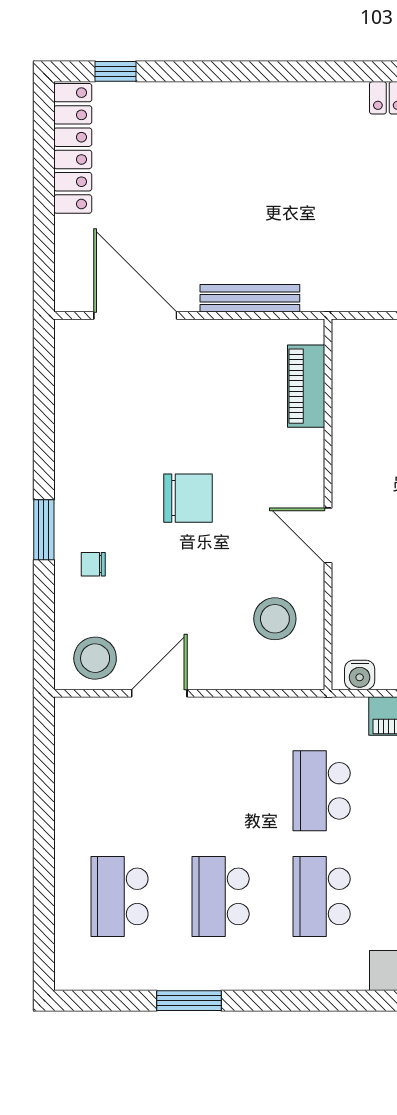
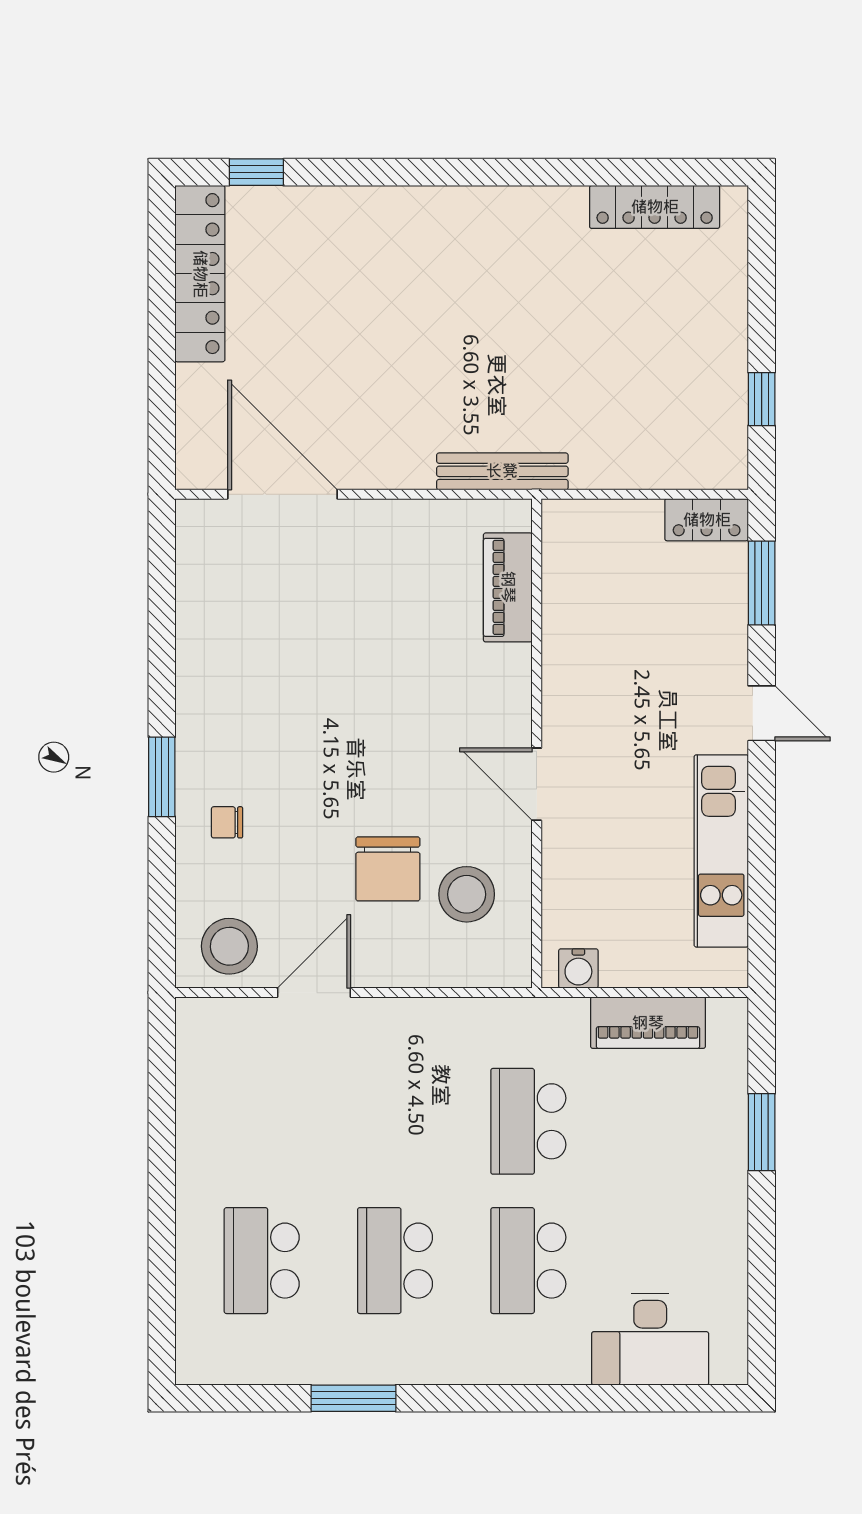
bench: (250, 298) -> (502, 471), moved
chair: (188, 498) -> (388, 869), moved, turned 90

